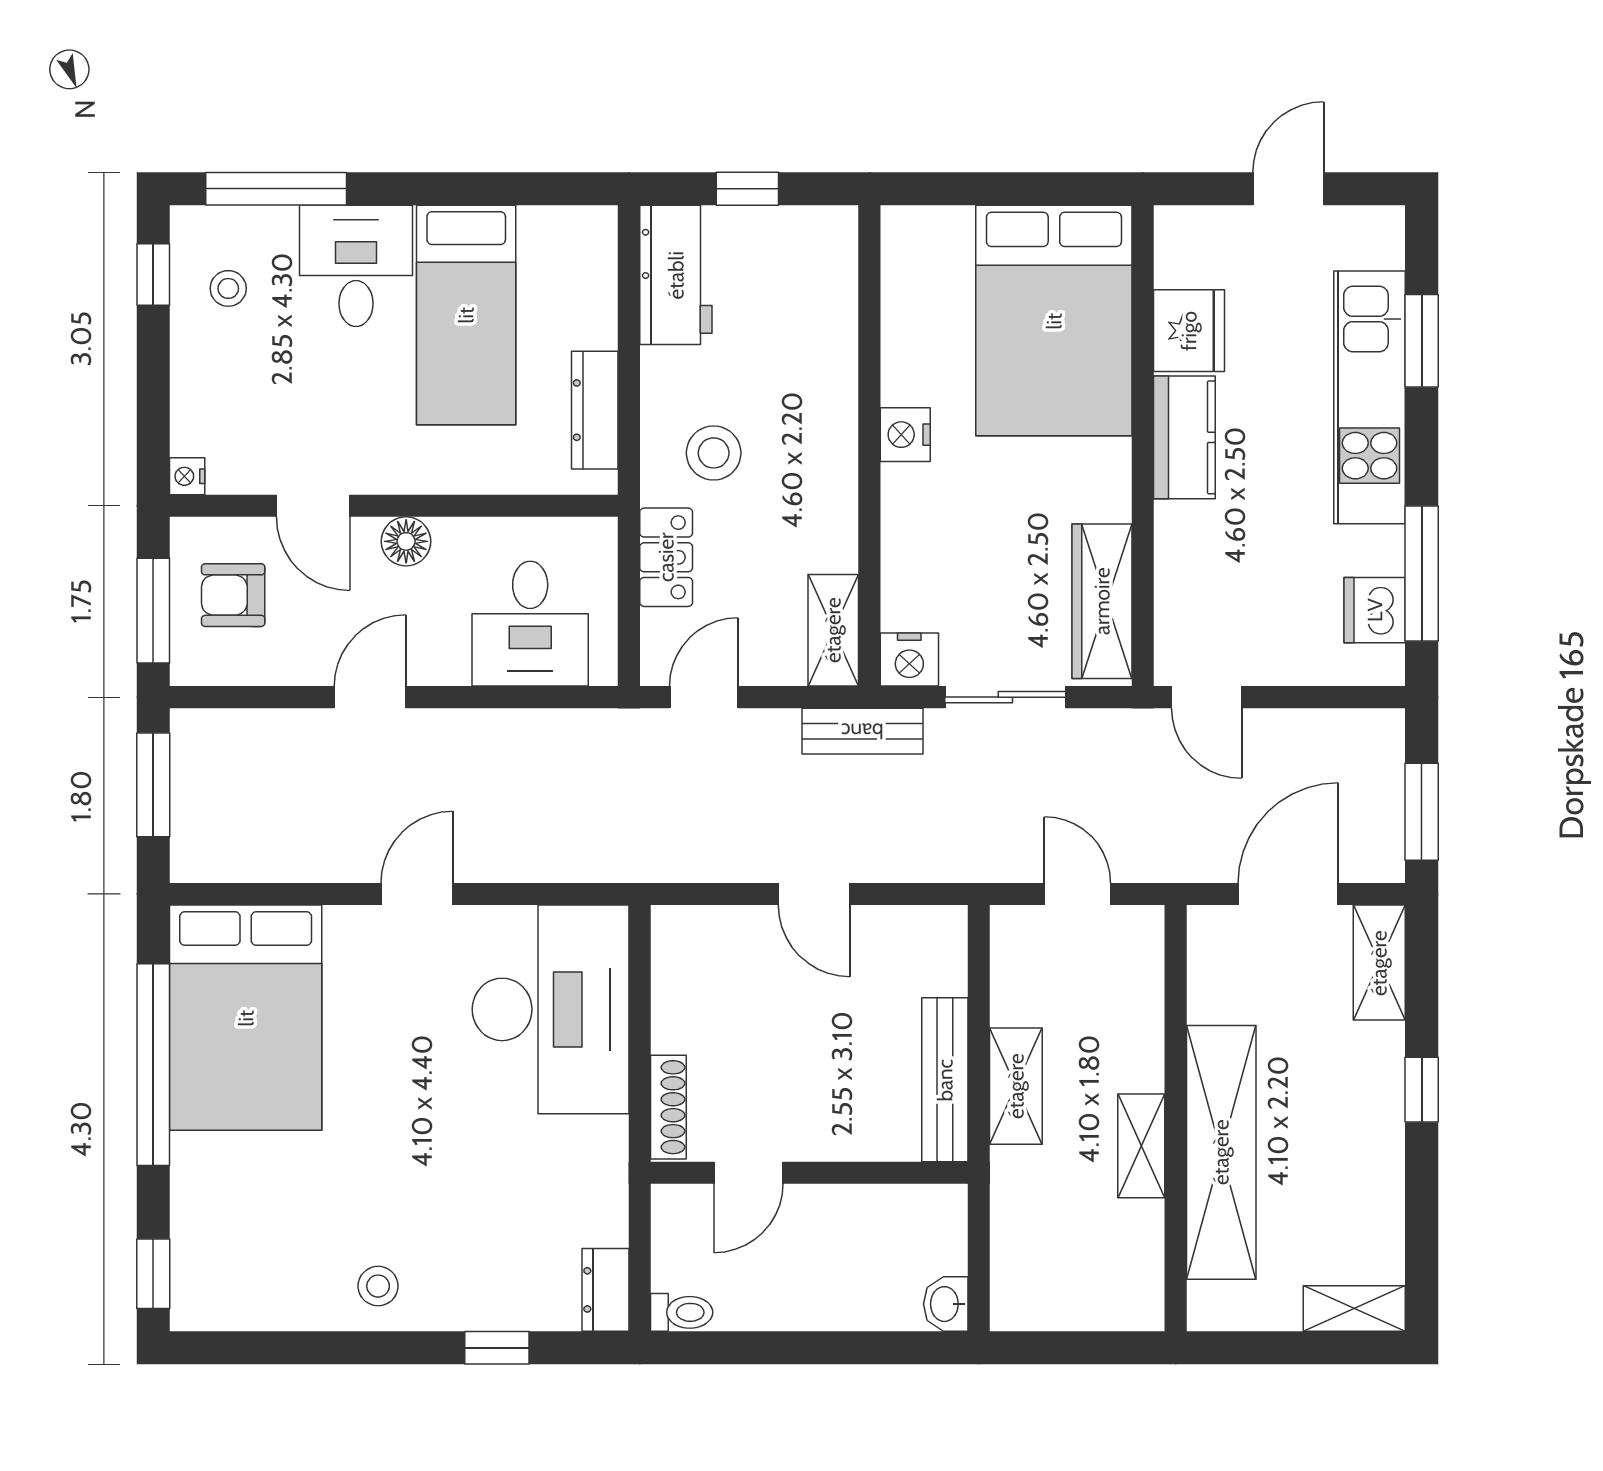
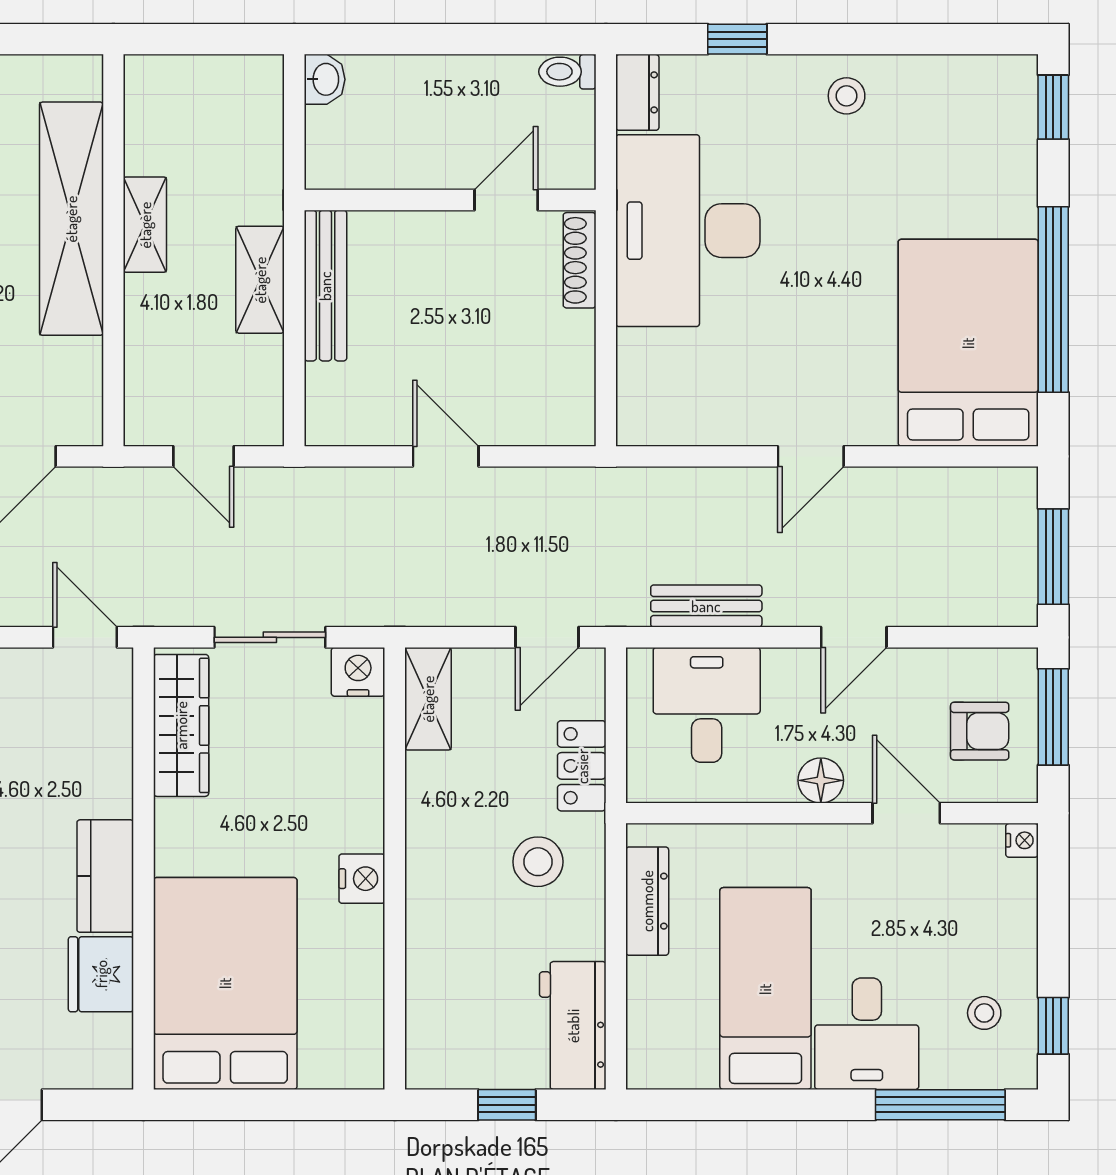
bench: (862, 731) -> (706, 606), moved
desk: (551, 1009) -> (688, 231), moved

